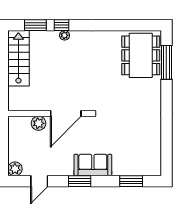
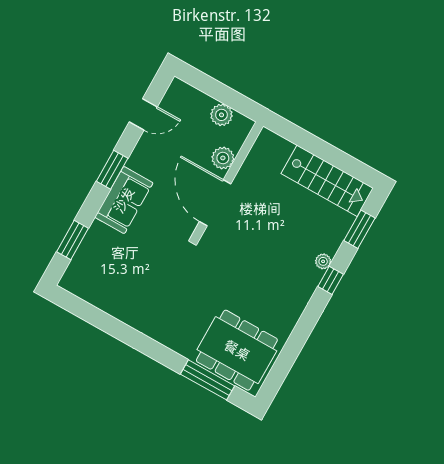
window: (62, 25) -> (331, 280), moved
plant: (15, 169) -> (221, 115), moved
door: (39, 181) -> (143, 114), swing flipped

